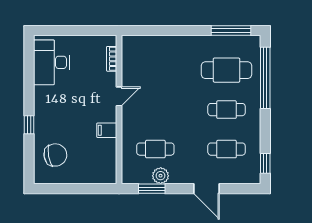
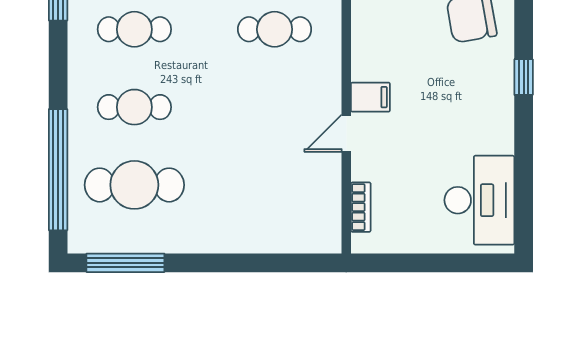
filing cabinet: (107, 130) -> (370, 97), moved

